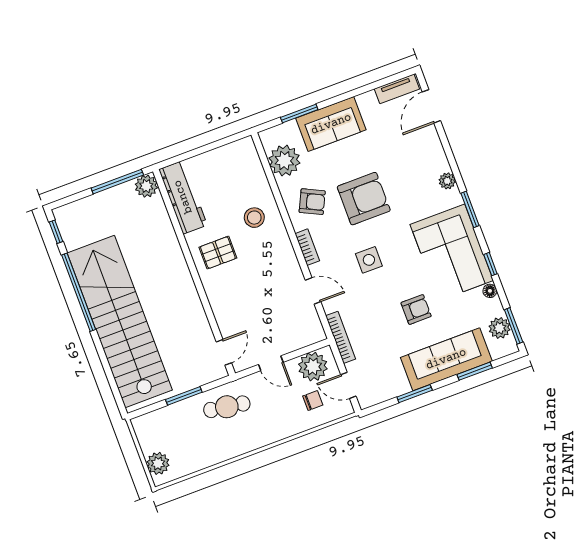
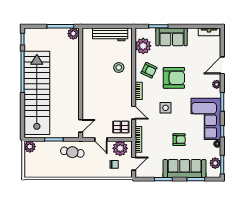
door: (431, 106) -> (222, 65), moved
workbench: (183, 197) -> (110, 34), moved, turned 90
pallet: (218, 253) -> (121, 127), moved
door: (348, 385) -> (134, 164), swing flipped
plant: (158, 463) -> (30, 147), moved

